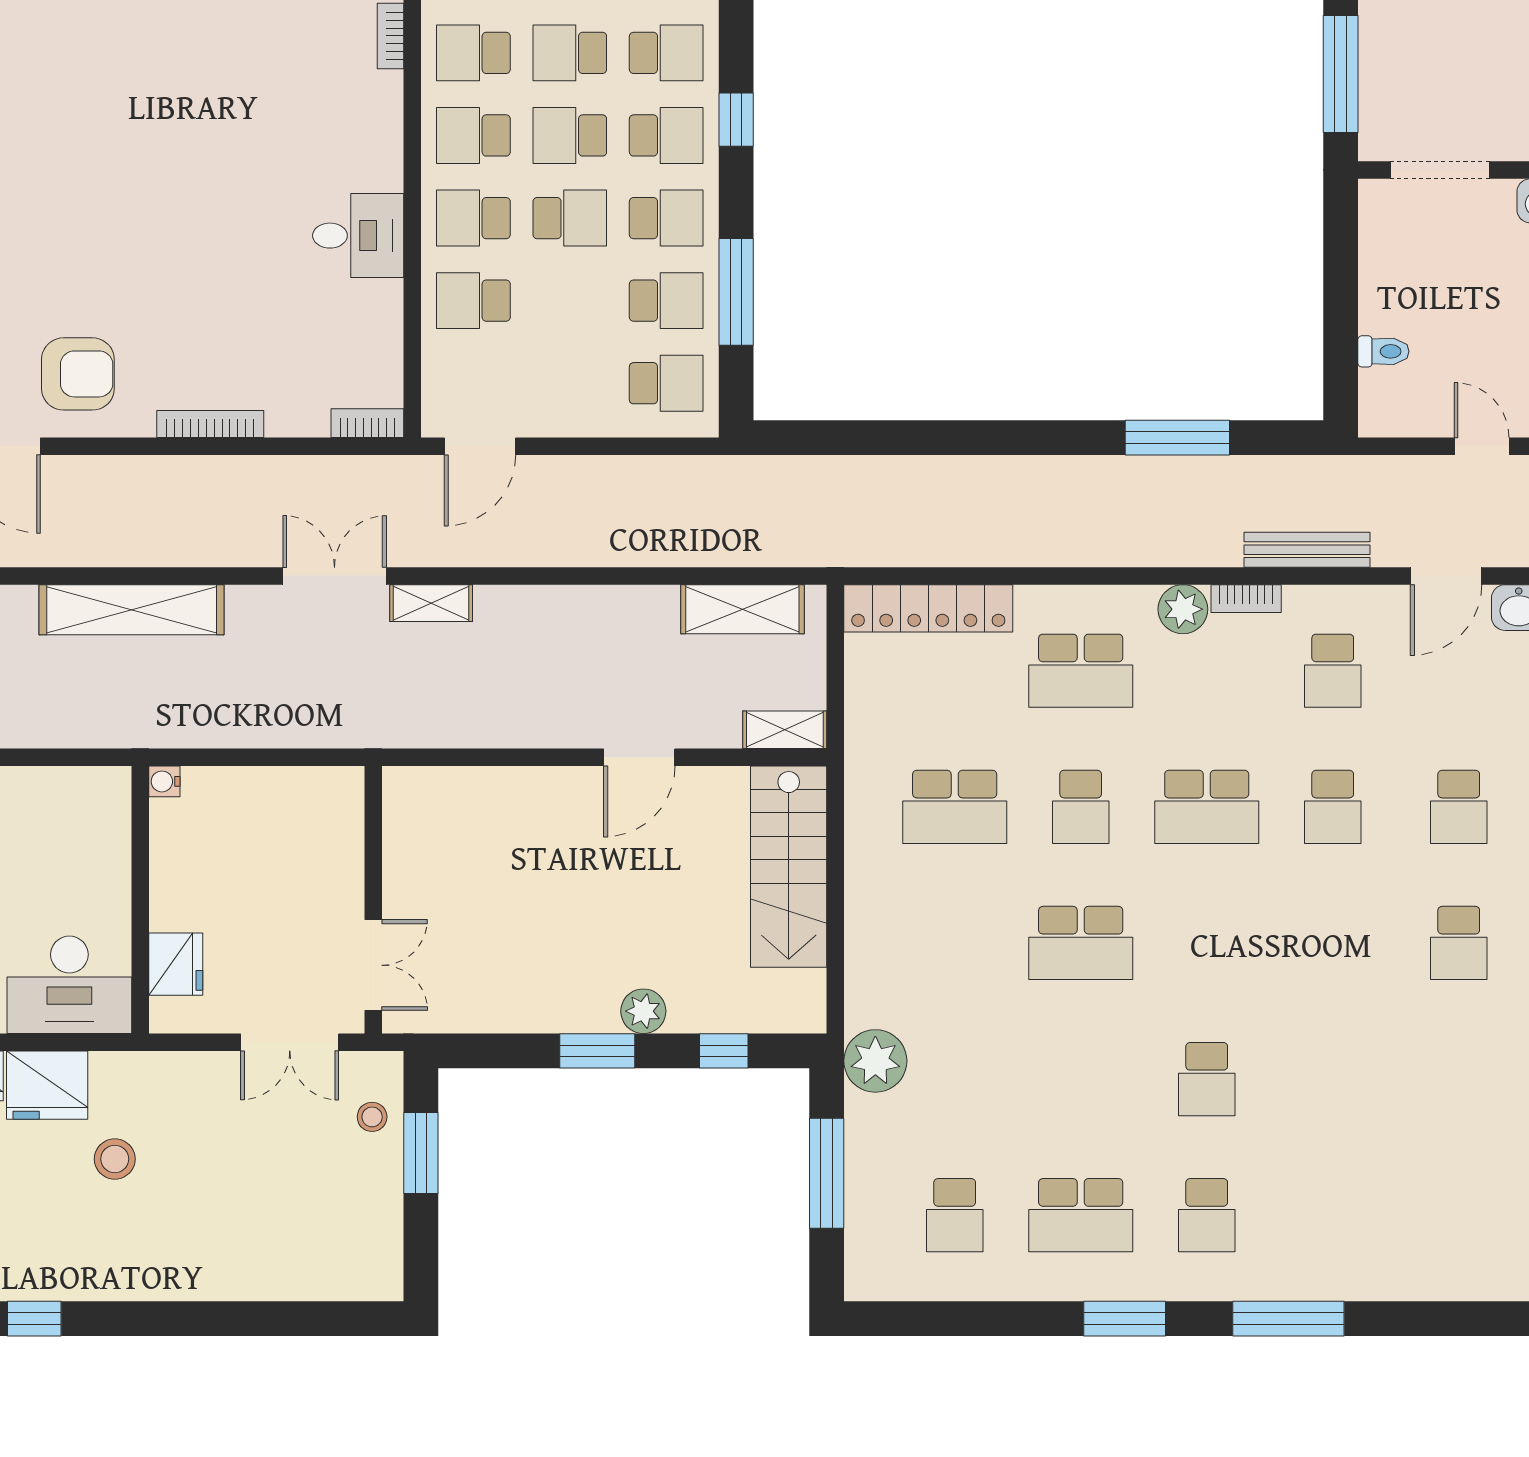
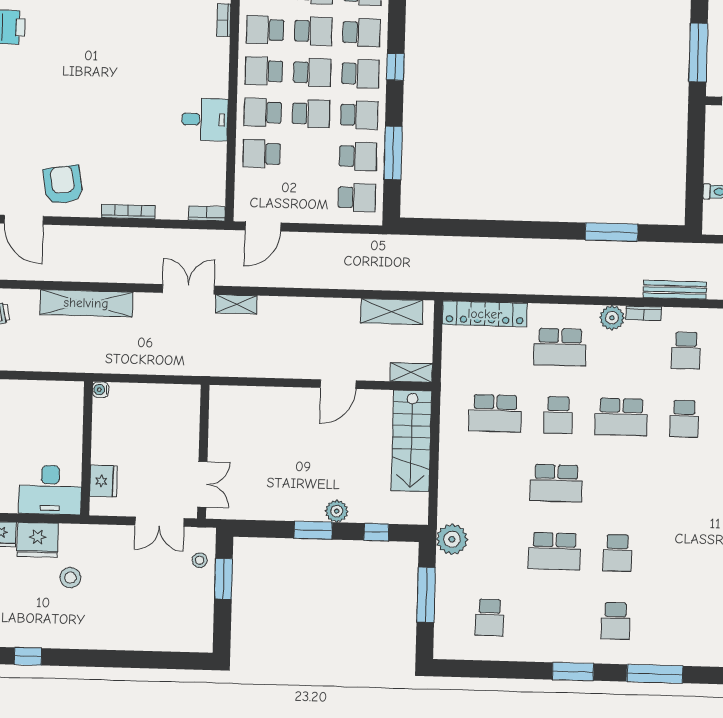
school desk: (570, 53) -> (313, 31), turned 180
school desk: (570, 135) -> (312, 72), turned 180
armchair: (78, 374) -> (63, 185), turned -99
school desk: (1081, 1215) -> (554, 551), moved

